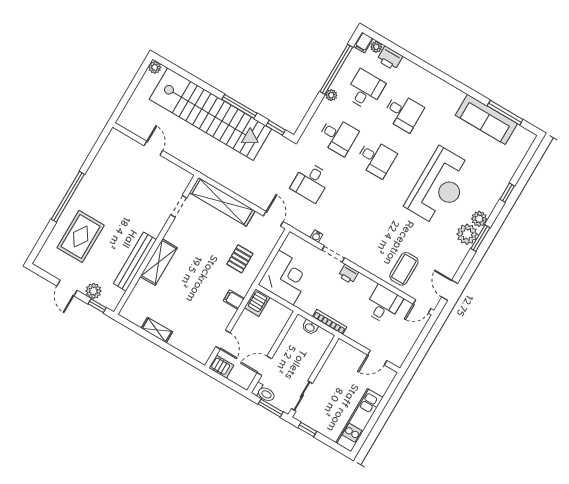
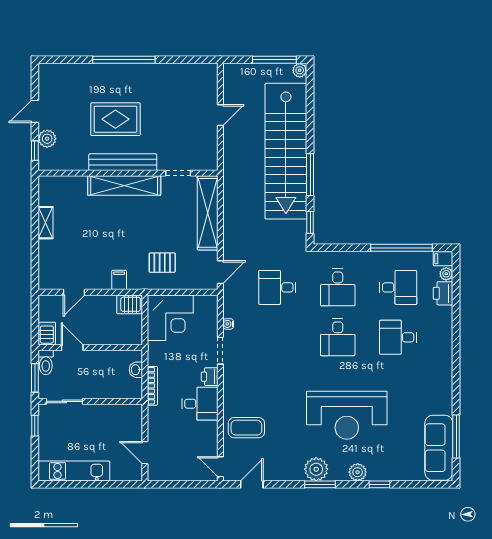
window: (135, 82) -> (274, 60), added
plant: (331, 95) -> (374, 258), removed
desk: (403, 112) -> (398, 337), turned 90
sofa: (486, 119) -> (439, 448), moved
plant: (479, 219) -> (358, 472), moved
rug: (81, 236) -> (115, 119), moved
bench: (135, 262) -> (123, 162), moved
shelving: (159, 262) -> (124, 186), width x1.47
desk: (383, 305) -> (200, 404), moved
server rack: (221, 367) -> (47, 334), moved, turned 180

